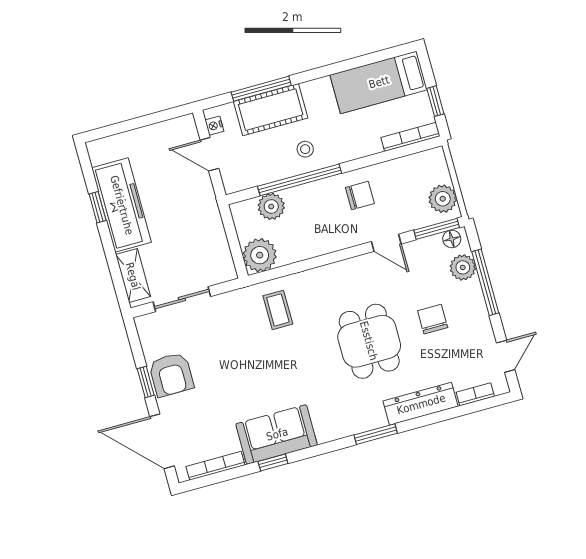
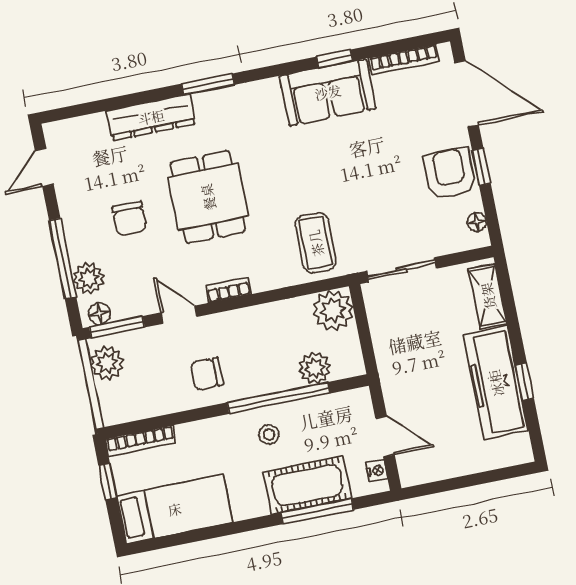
sliding door: (182, 299) -> (402, 270), moved
coffee table: (278, 310) -> (316, 243), width x1.36, depth x1.30
floor lamp: (146, 336) -> (477, 222), added
bookcase: (475, 394) -> (228, 290), moved, turned 180

